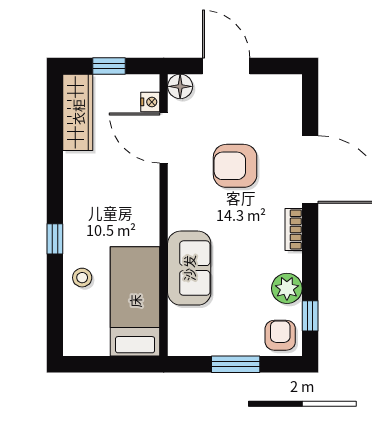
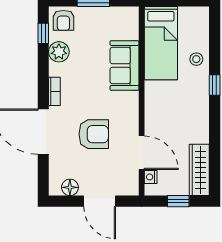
floor lamp: (180, 86) -> (70, 187), moved

